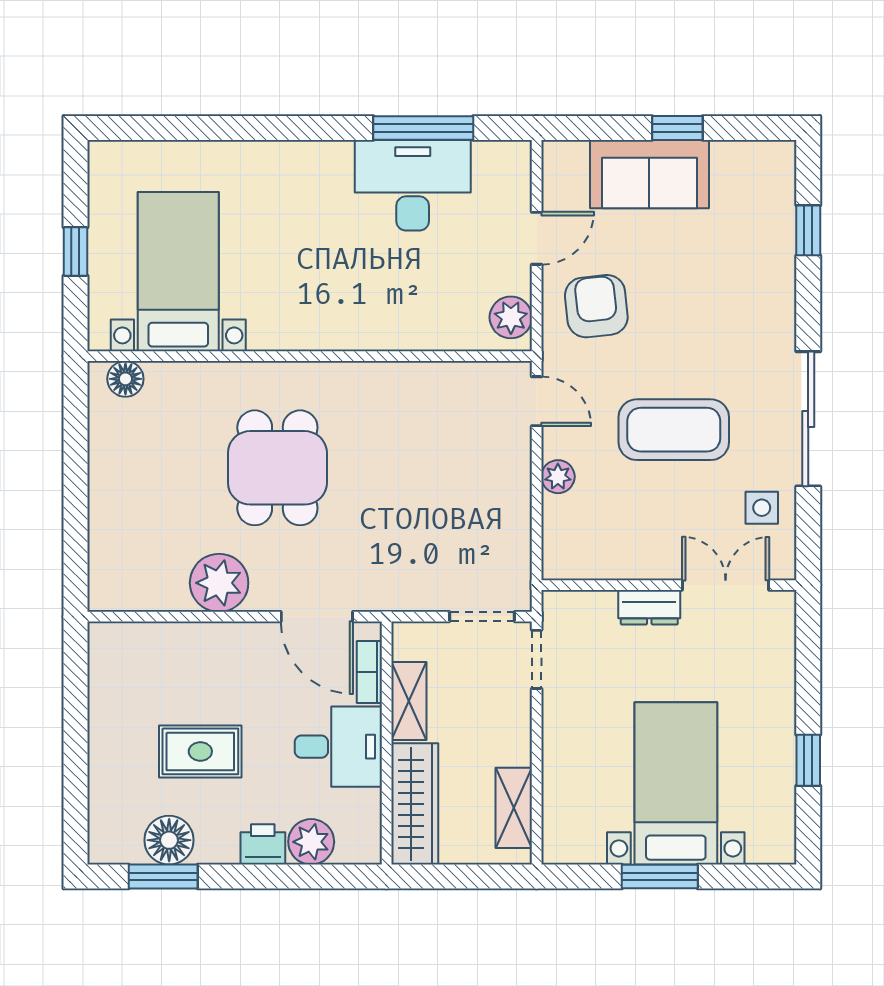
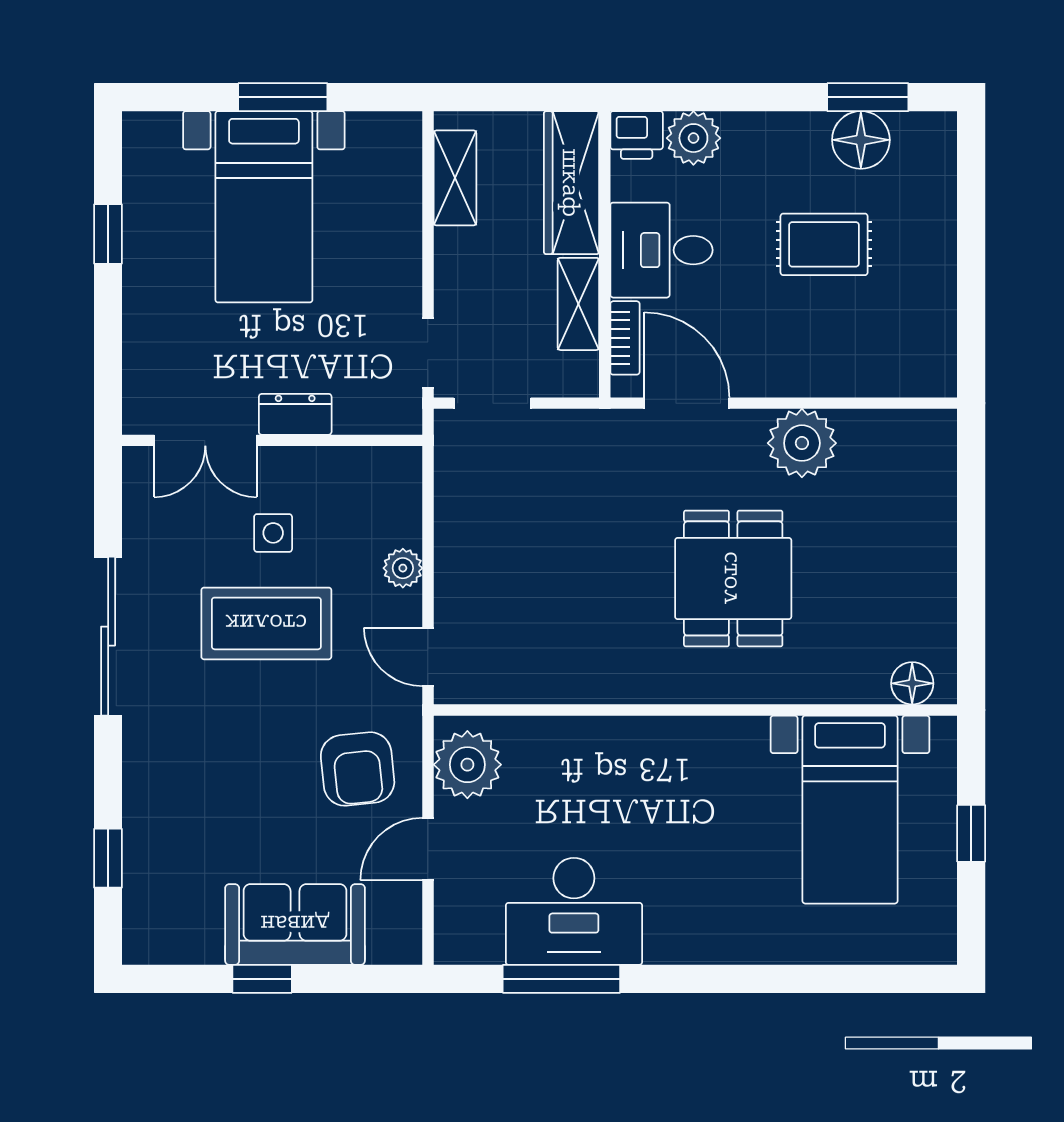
plant: (511, 317) -> (467, 765), width x1.36, depth x1.36
side table: (762, 508) -> (273, 533), moved
printer: (263, 844) -> (637, 135), moved

